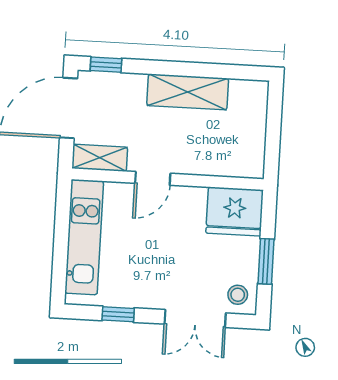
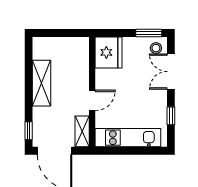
door: (153, 178) -> (92, 100), hinge flipped
window: (266, 261) -> (149, 33), moved
double door: (195, 319) -> (171, 72), swing flipped

